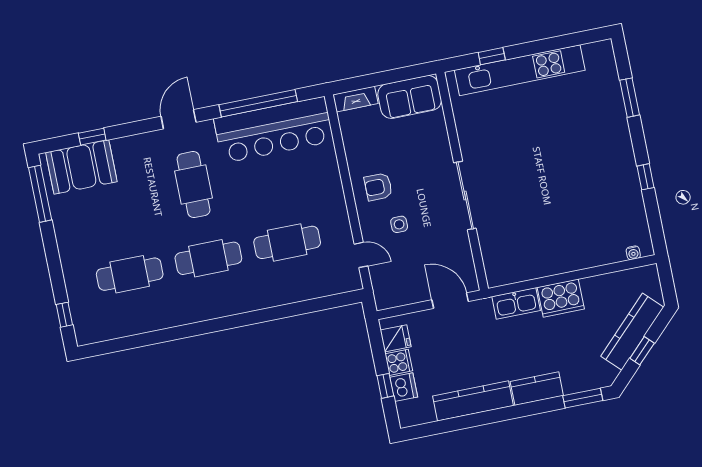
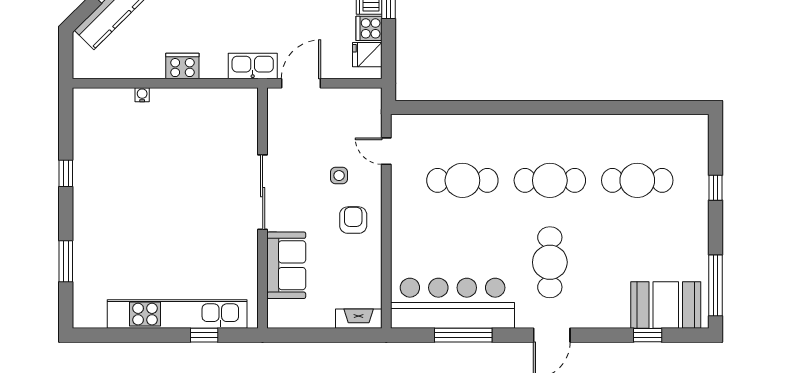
sofa: (410, 97) -> (286, 265), moved, turned 90
window: (258, 103) -> (463, 335), width x0.68
armchair: (378, 187) -> (353, 220), turned -90
water cooler: (633, 253) -> (142, 95), moved
cooker: (561, 298) -> (182, 66), width x0.73, depth x0.76
door: (450, 301) -> (301, 83), swing flipped
kitchen sink: (516, 303) -> (253, 66), moved
window: (64, 315) -> (716, 188), moved

